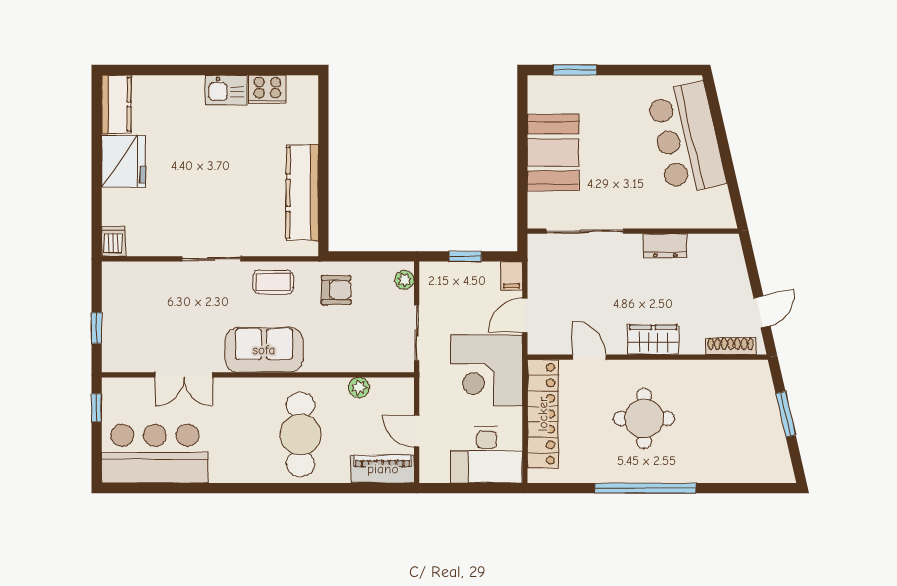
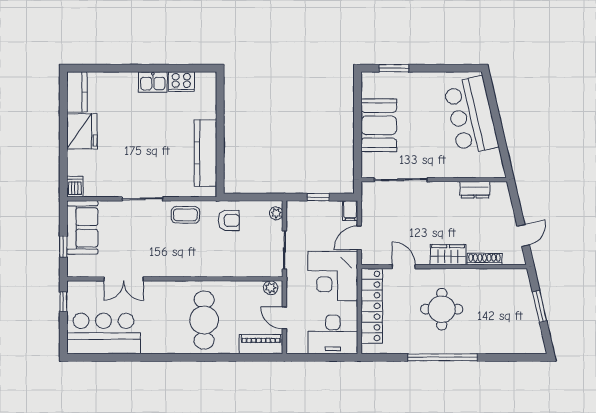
dresser: (665, 246) -> (475, 190), moved
shoe rack: (731, 346) -> (485, 259), moved
sofa: (264, 350) -> (82, 227), moved, turned 90
plant: (359, 388) -> (271, 288), moved

